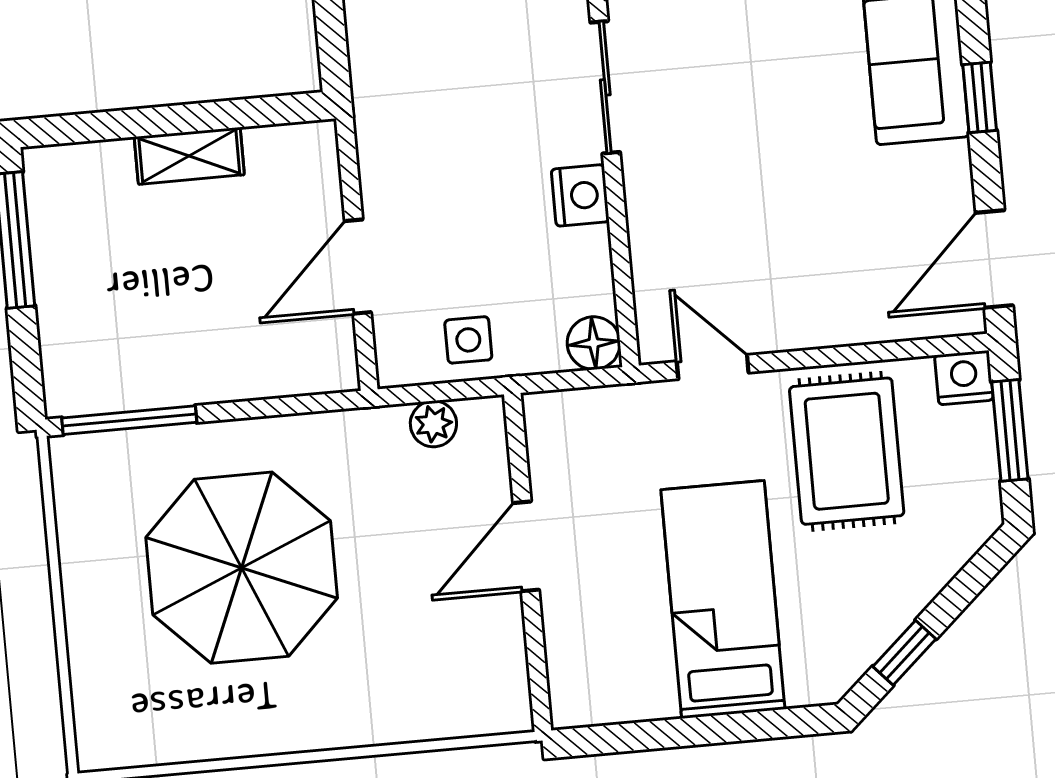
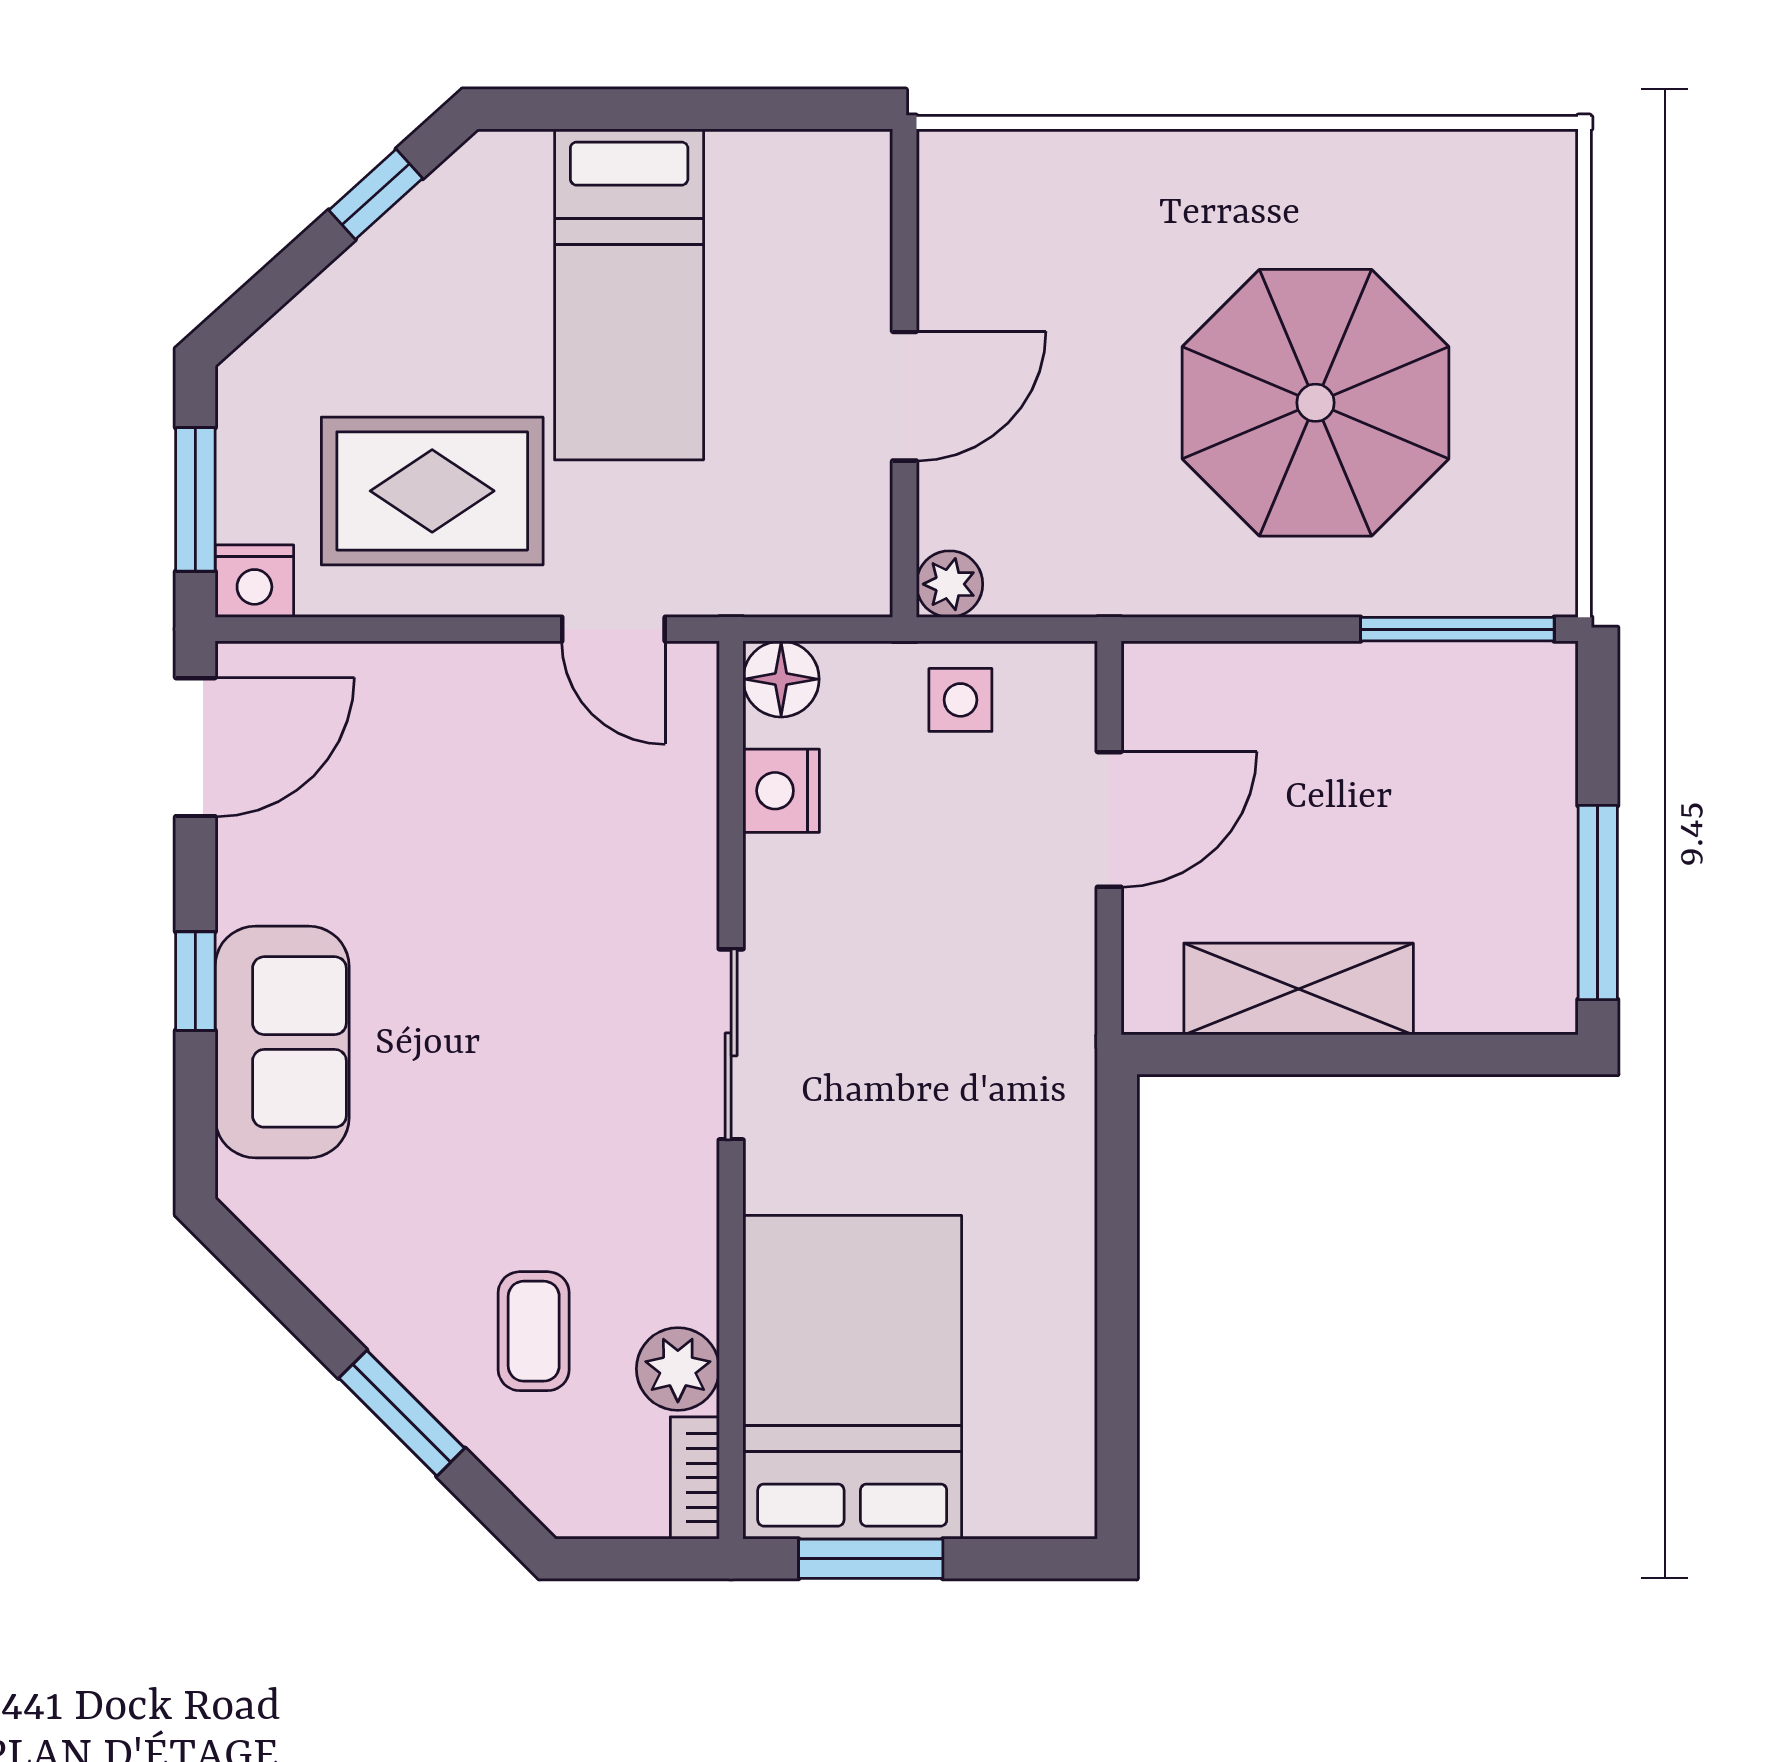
shelving: (189, 156) -> (1299, 989), width x1.50, depth x1.33
nightstand: (580, 195) -> (781, 791), moved
plant: (433, 424) -> (949, 584), moved
rug: (847, 451) -> (432, 491), turned 90

